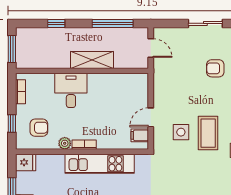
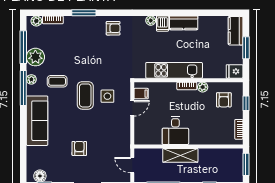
armchair: (215, 68) -> (79, 148), turned -90
desk: (71, 90) -> (175, 130), moved
armchair: (39, 128) -> (224, 100), turned -90

